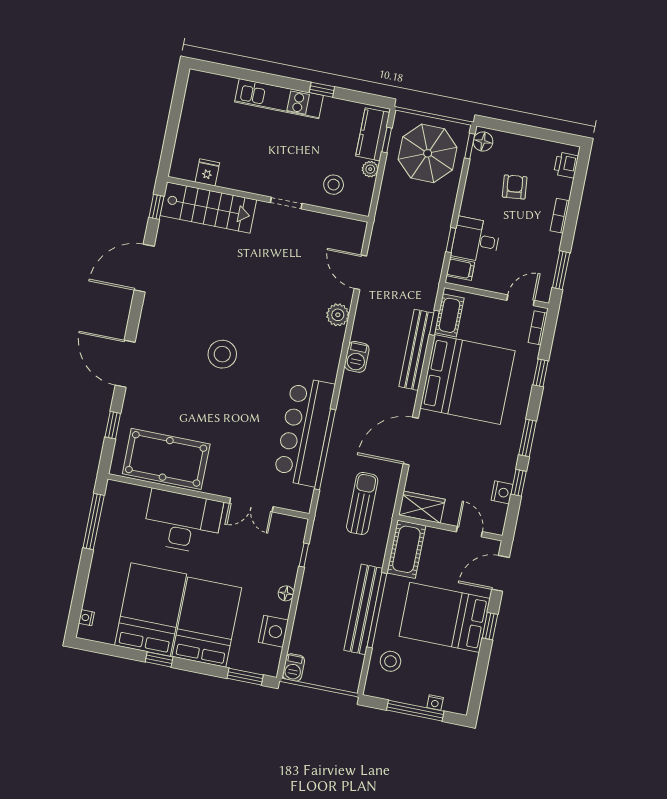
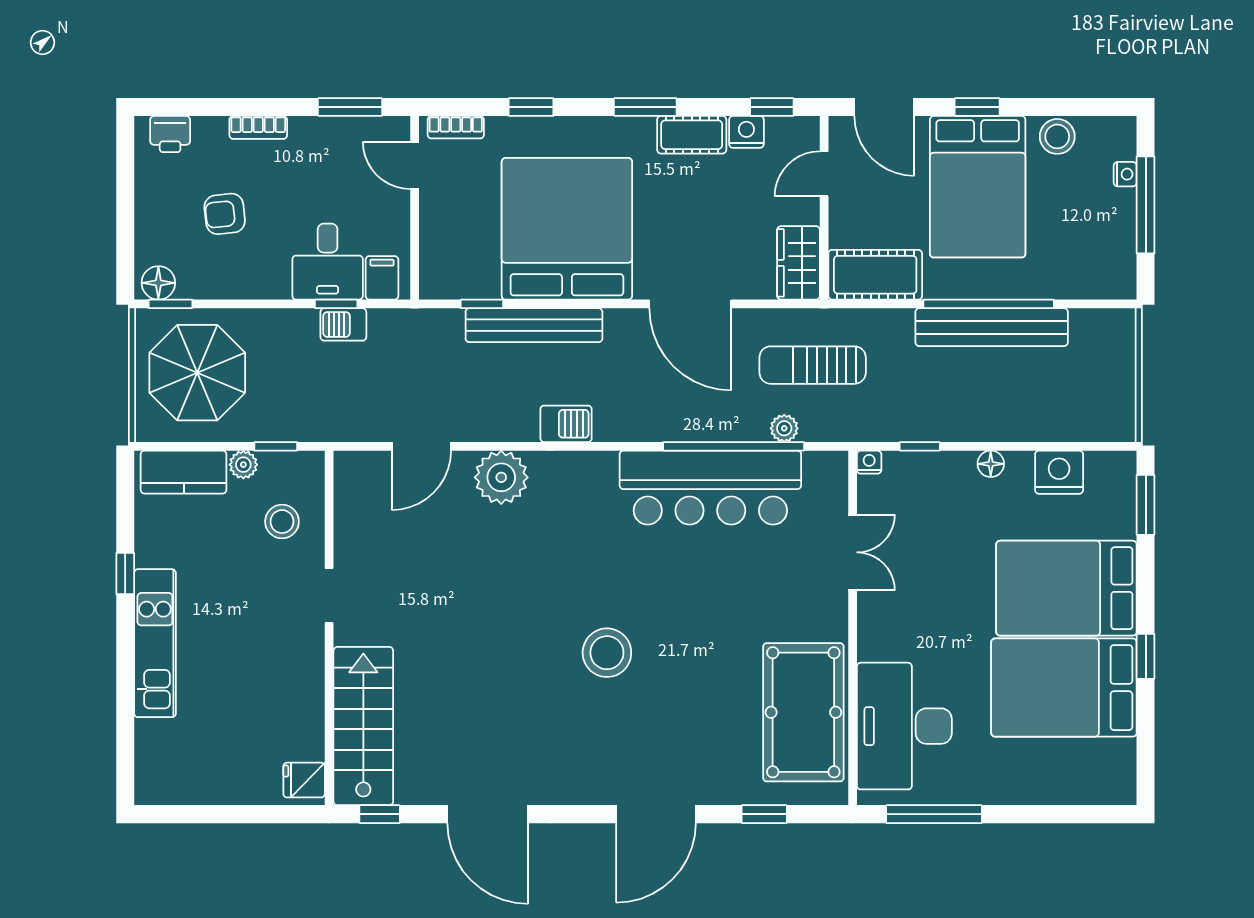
window: (387, 140) -> (276, 446), moved
fridge: (207, 172) -> (304, 780), moved
plant: (338, 315) -> (501, 477), width x1.36, depth x1.36
cot: (449, 315) -> (692, 135), moved
plant: (330, 480) -> (784, 428), added
window: (519, 483) -> (772, 107), moved
desk: (183, 522) -> (904, 726), moved
nightstand: (86, 618) -> (869, 462), moved, turned 180
stool: (390, 661) -> (1057, 136), moved
barbecue: (294, 668) -> (343, 324), moved, turned 180

